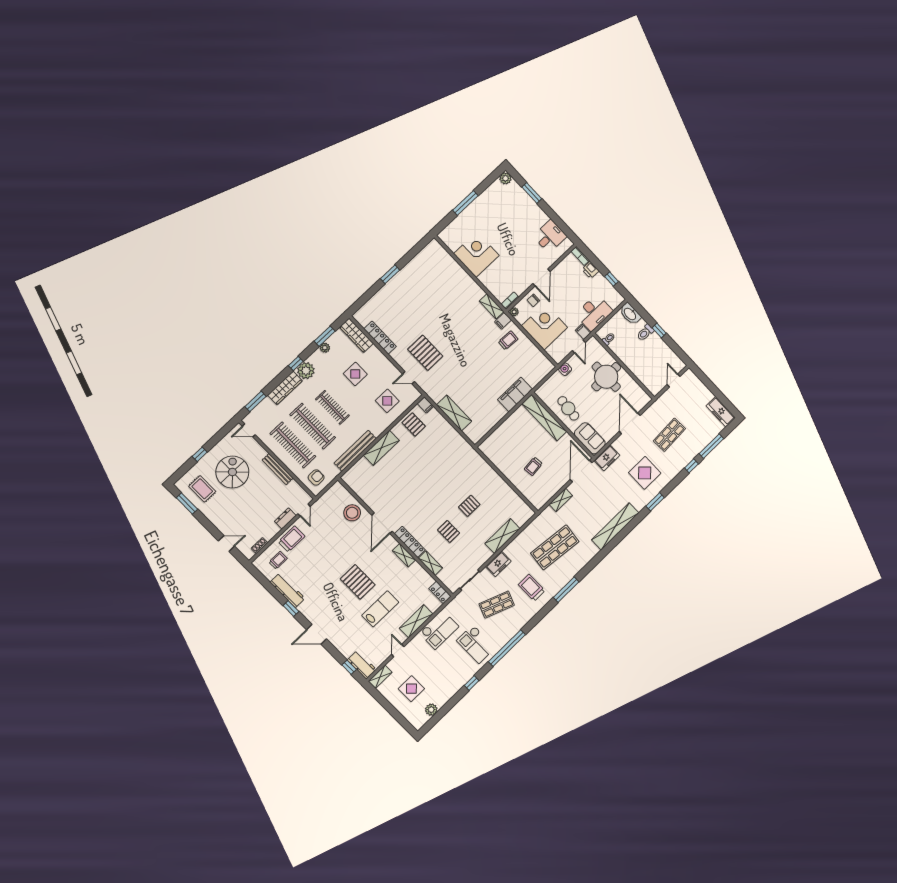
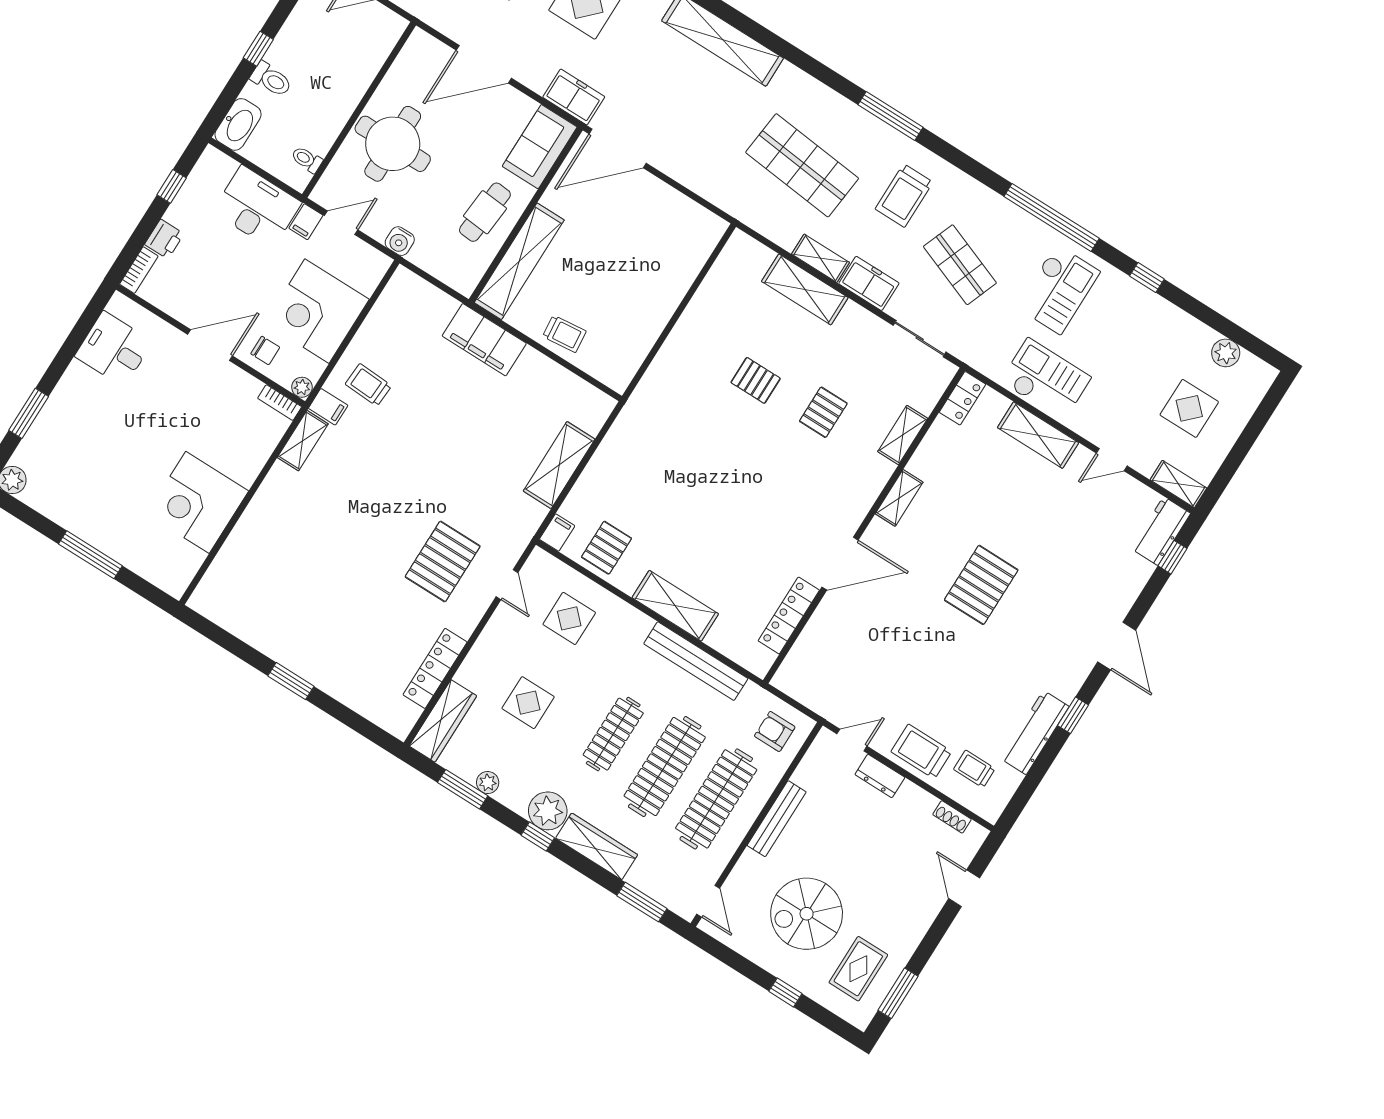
trolley: (533, 466) -> (564, 334), moved
shelving: (561, 500) -> (820, 258), moved
stool: (352, 513) -> (833, 634), removed
locker: (410, 542) -> (789, 616), moved
lab bench: (380, 609) -> (1029, 521), removed

